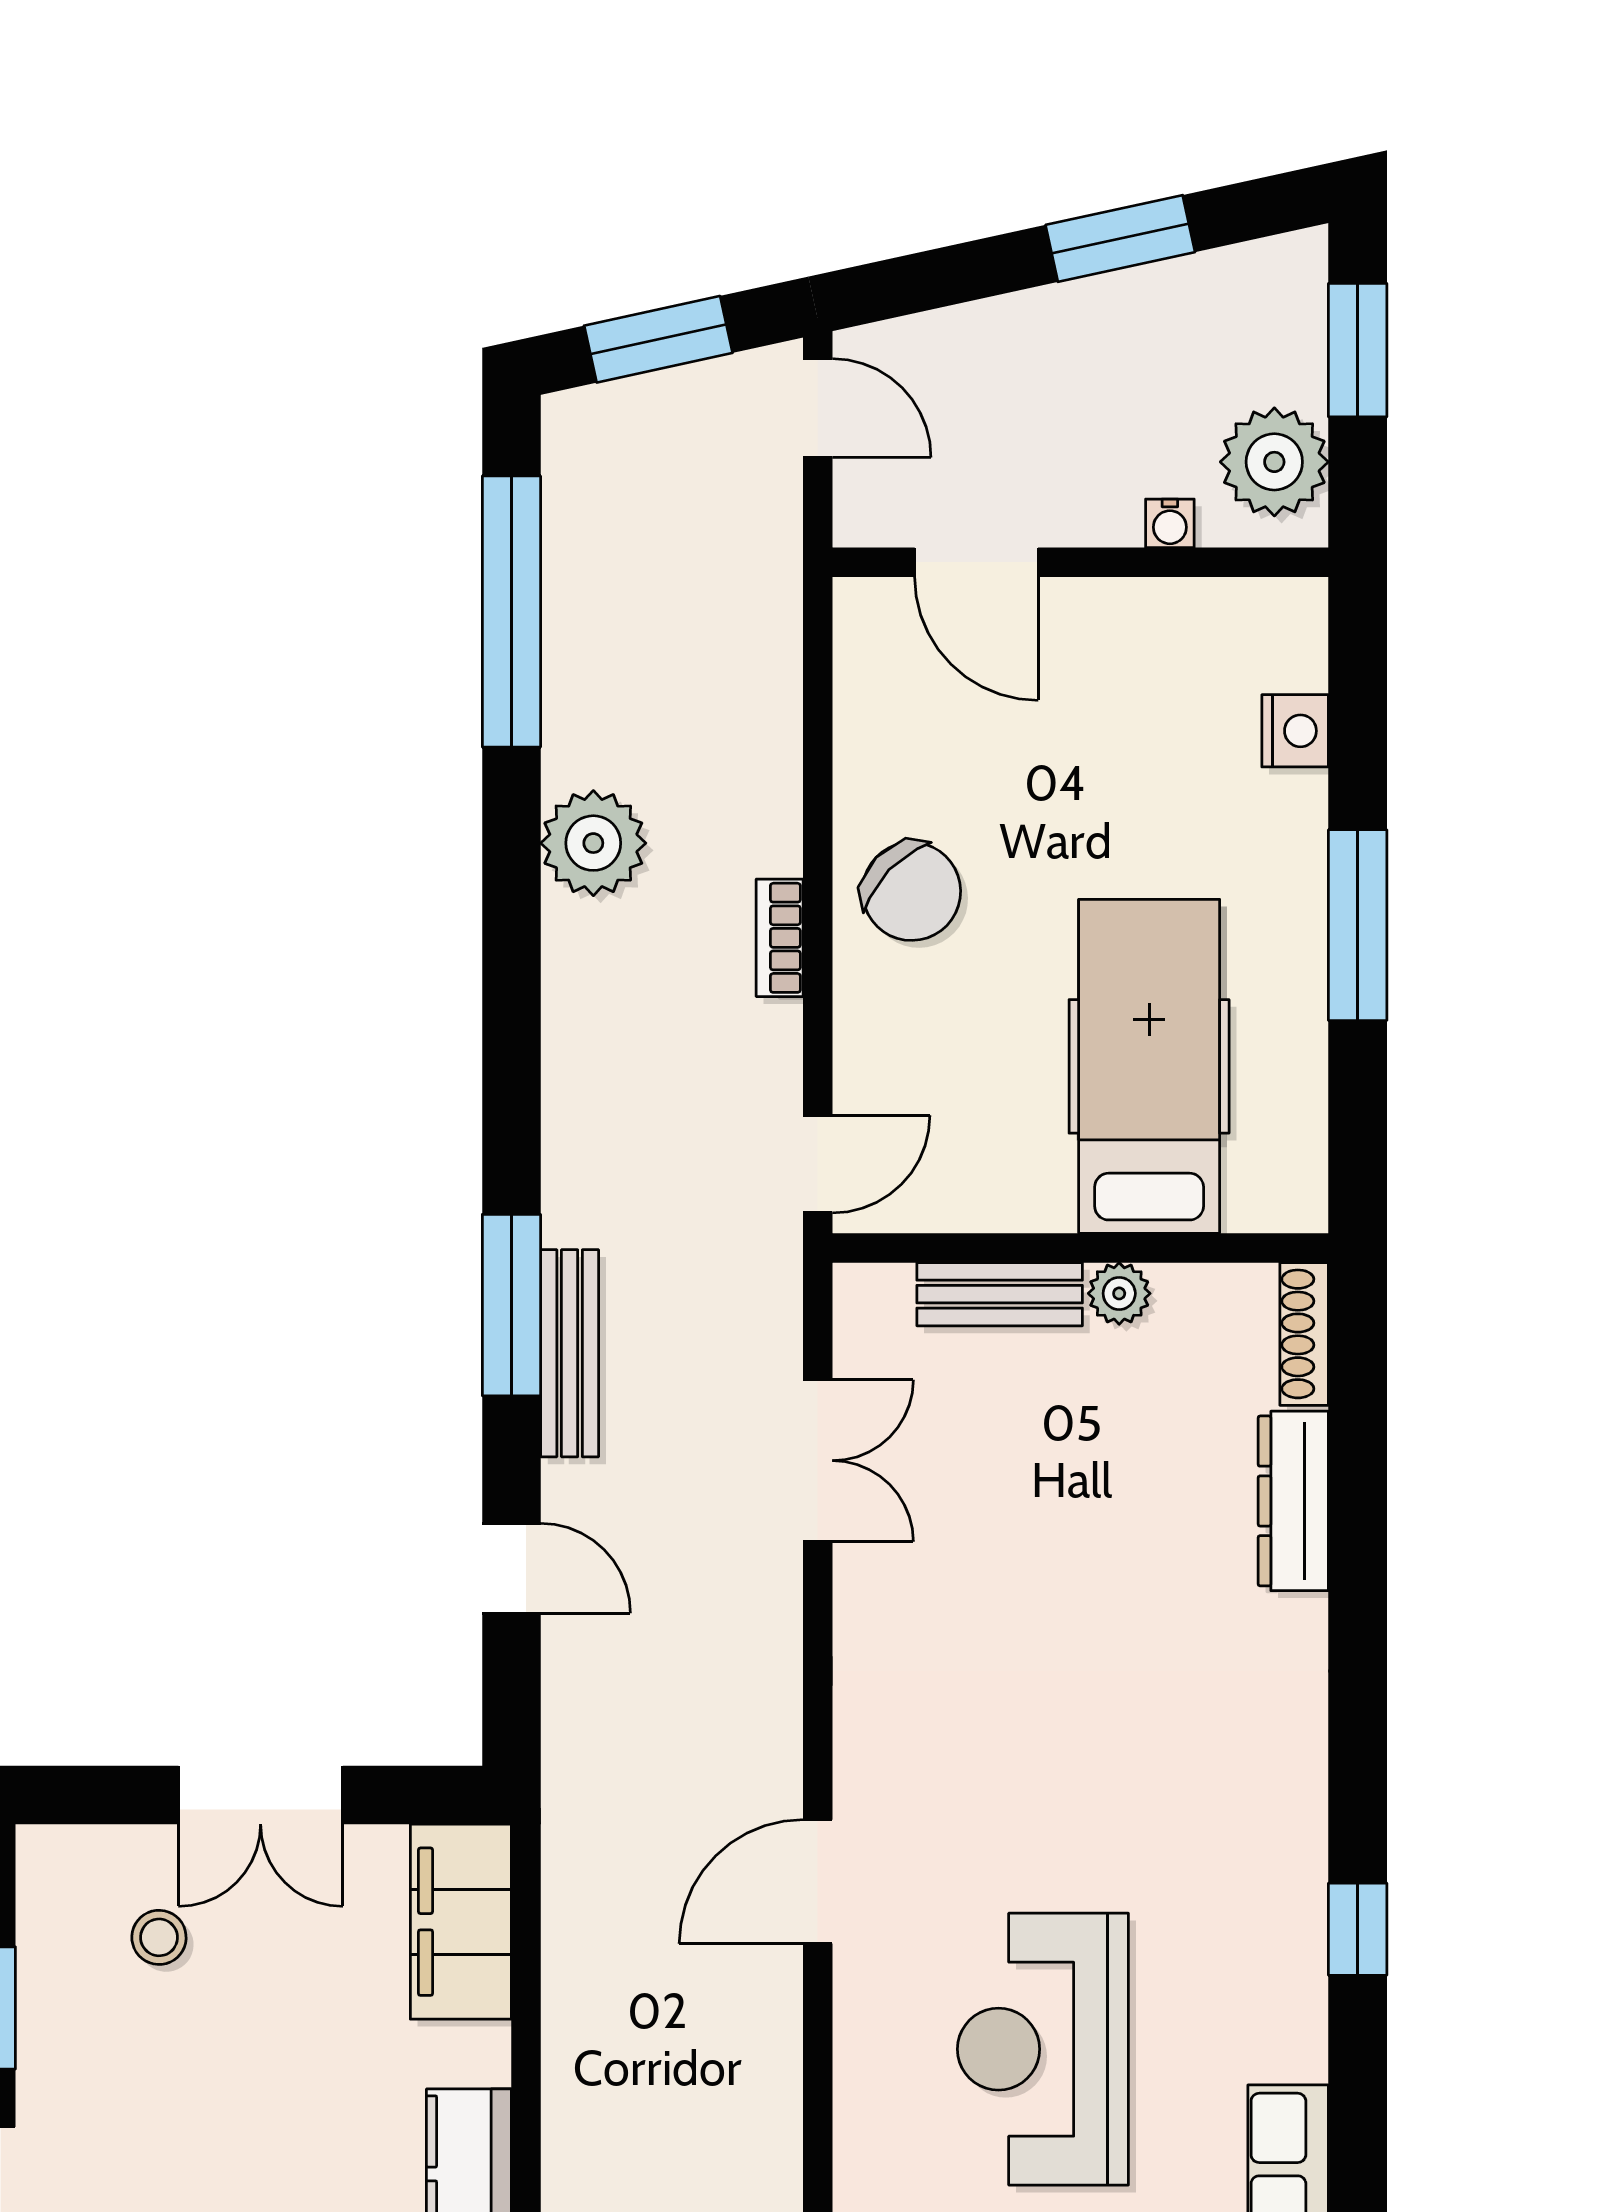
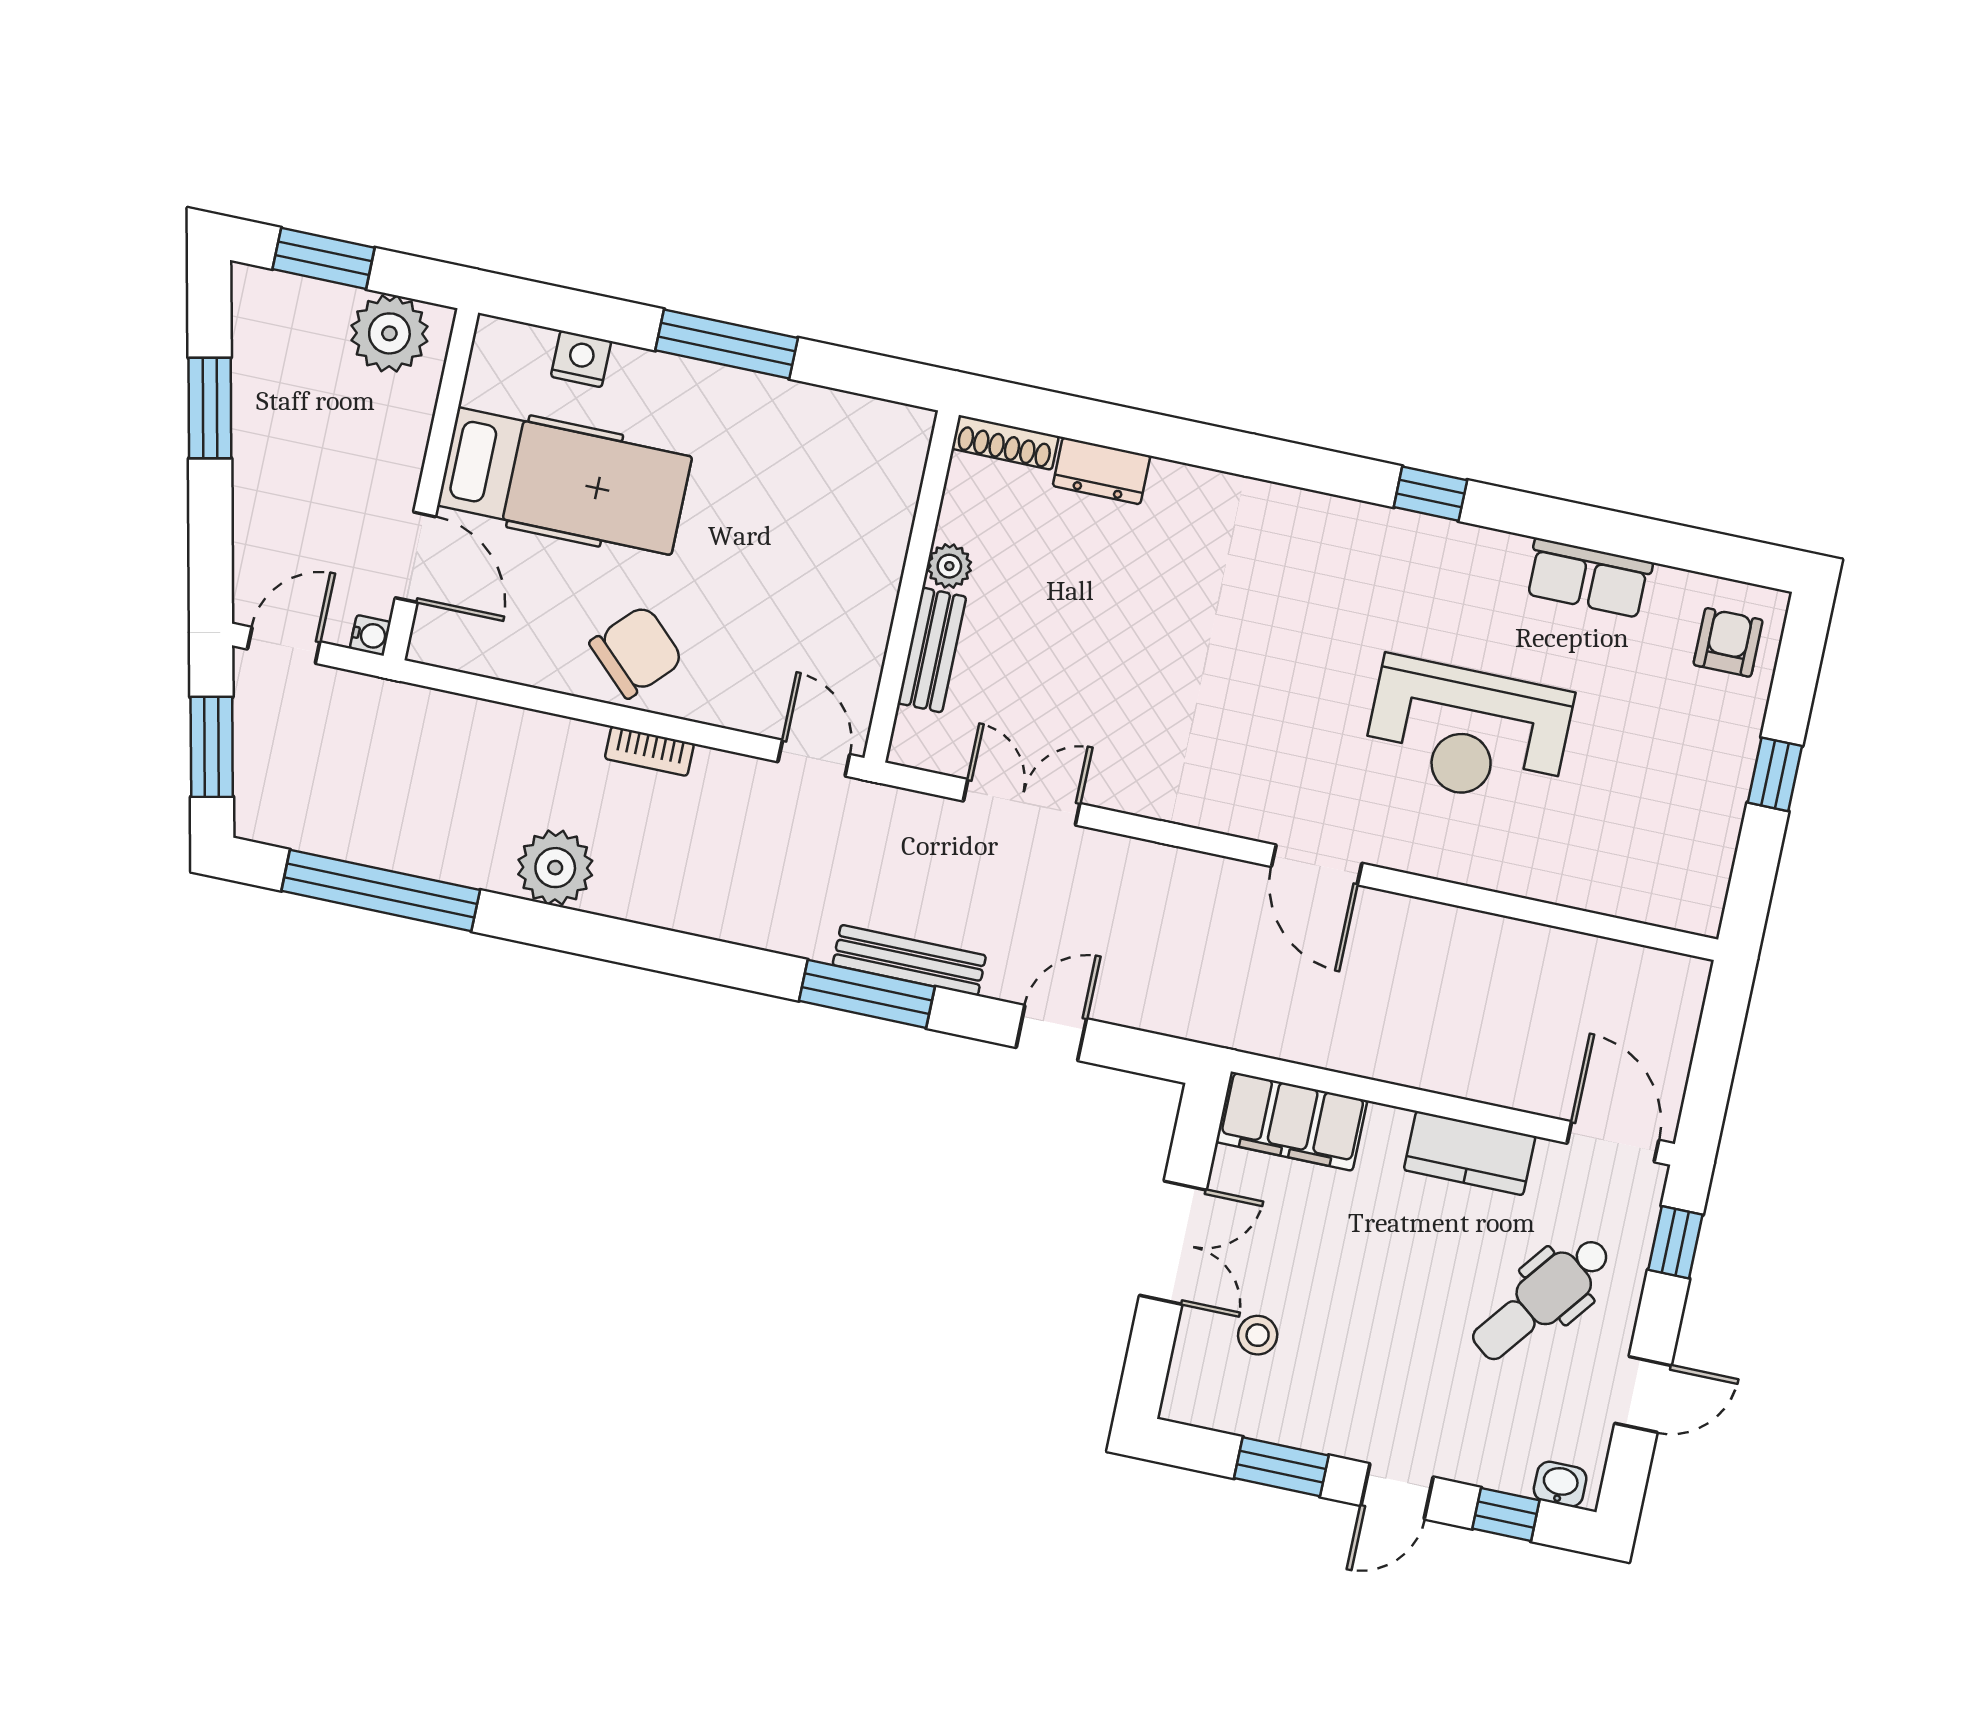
water cooler: (1170, 523) -> (370, 635), moved
door: (976, 562) -> (415, 557), hinge flipped
hospital bed: (1149, 1066) -> (565, 481), moved, turned 180
dresser: (1293, 1501) -> (1102, 471), width x0.70

